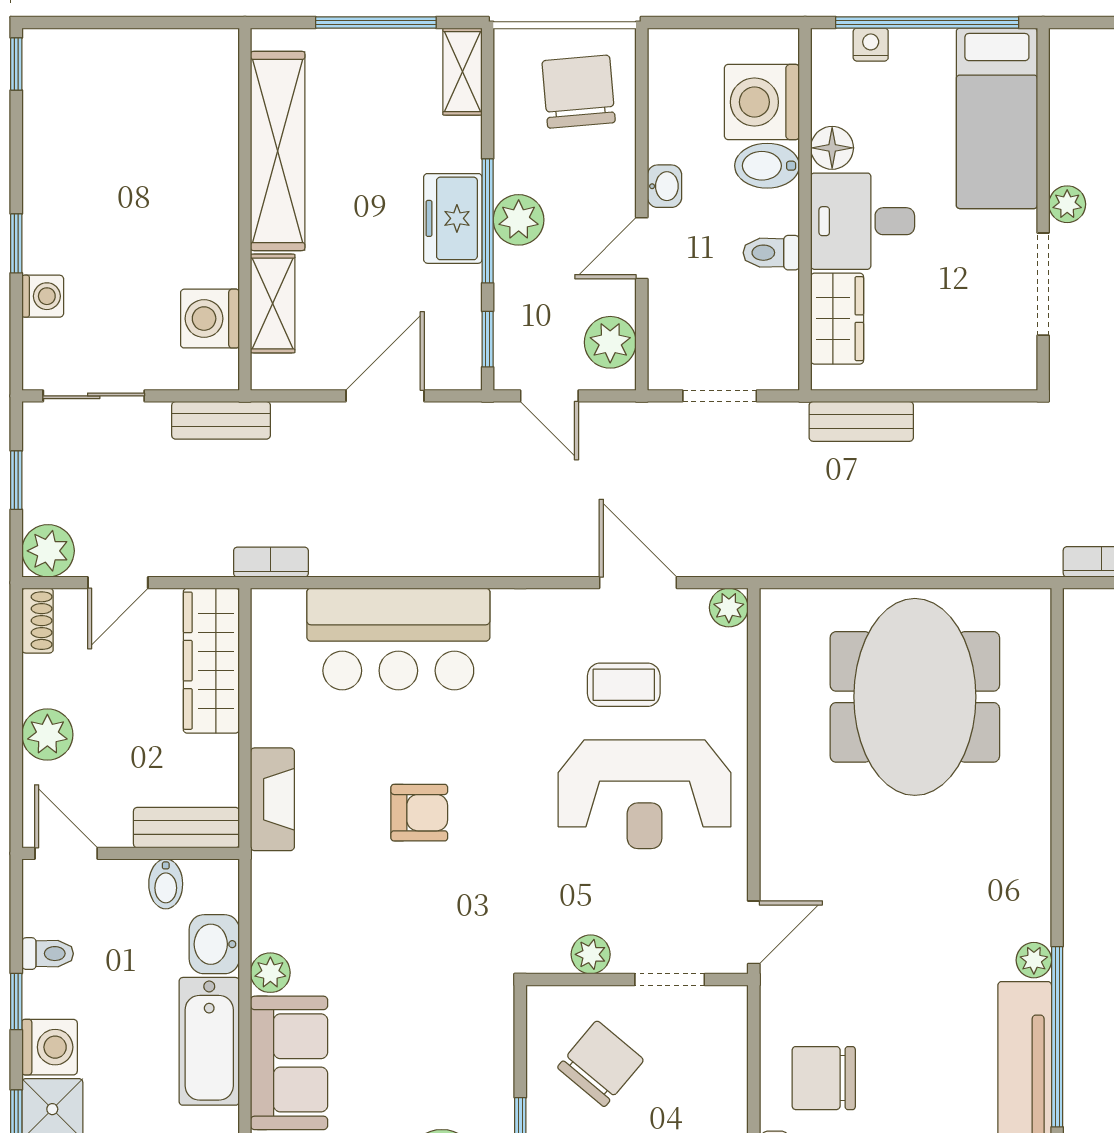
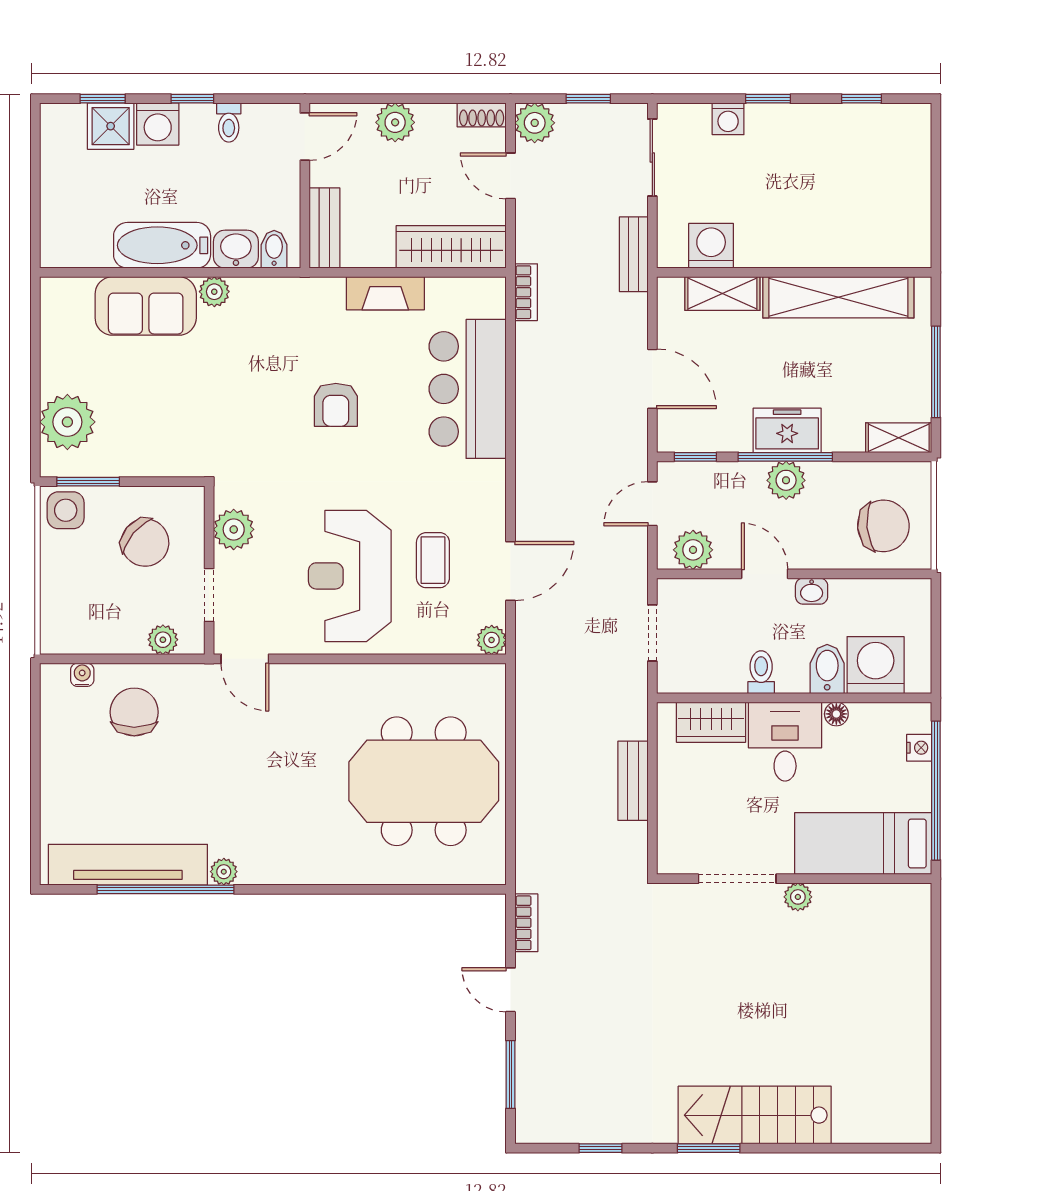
window: (16, 64) -> (861, 99), moved
floor lamp: (832, 148) -> (836, 714), width x0.73, depth x0.73
bench: (861, 421) -> (633, 781), moved
fireplace: (272, 799) -> (385, 293), moved
bidet: (166, 884) -> (274, 249), moved, turned 90
plant: (591, 954) -> (234, 529), width x1.38, depth x1.38
plant: (728, 1040) -> (163, 640), added

